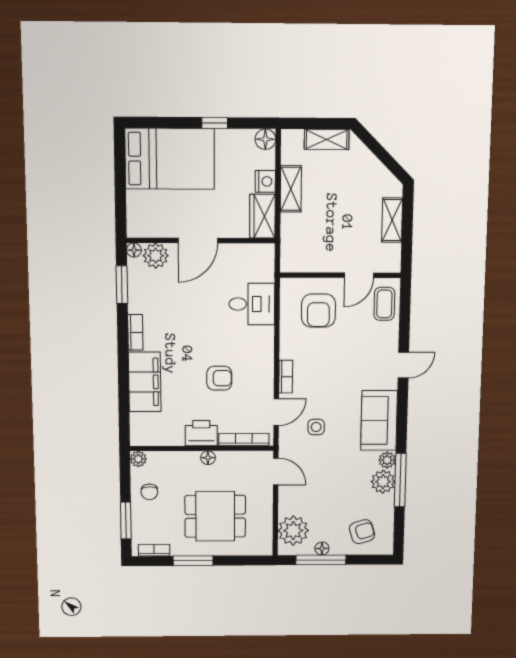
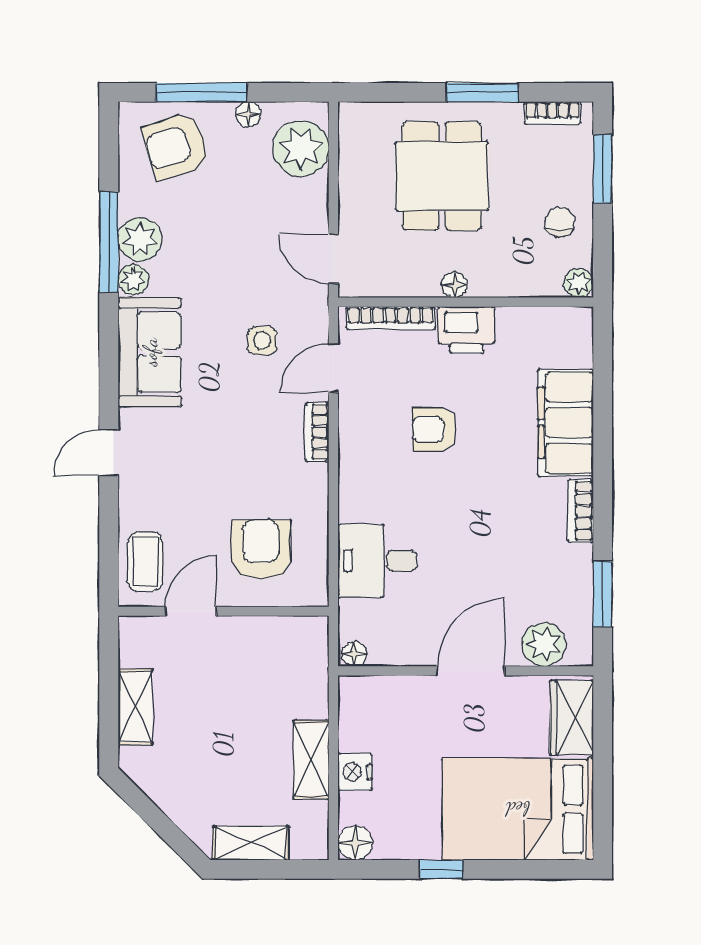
wardrobe: (262, 216) -> (572, 718), moved, turned 180
floor lamp: (134, 250) -> (354, 654), moved
dining table: (215, 516) -> (442, 176), turned 90
armchair: (362, 532) -> (176, 146), width x1.38, depth x1.38
window: (321, 560) -> (201, 92), moved

